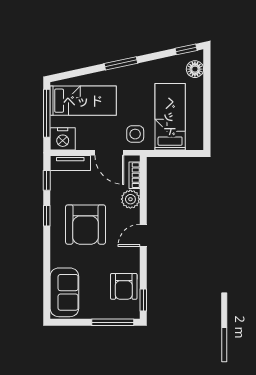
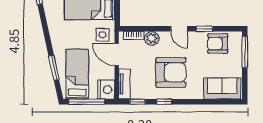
window: (121, 63) -> (54, 68), moved
door: (109, 153) -> (117, 54), swing flipped
armchair: (124, 286) -> (218, 43), turned 180
window: (143, 300) -> (204, 29), moved

